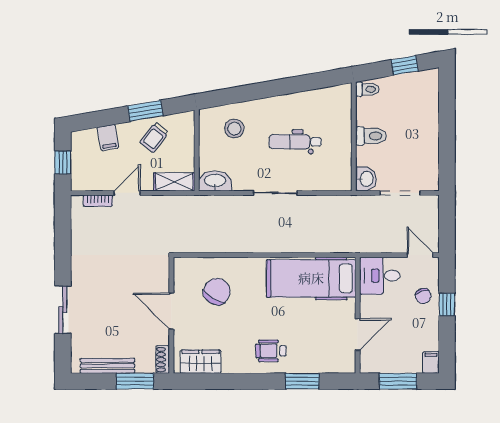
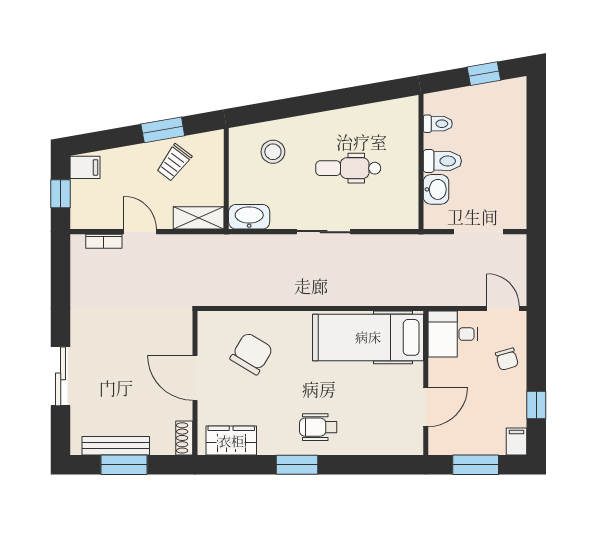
toilet: (367, 89) -> (438, 124), moved
filing cabinet: (108, 137) -> (85, 167), moved, turned -80
washbasin: (366, 179) -> (436, 189), moved
door: (127, 193) -> (140, 232), hinge flipped
window: (447, 305) -> (536, 405), moved
window: (135, 381) -> (124, 465), moved
window: (302, 381) -> (297, 465), moved

